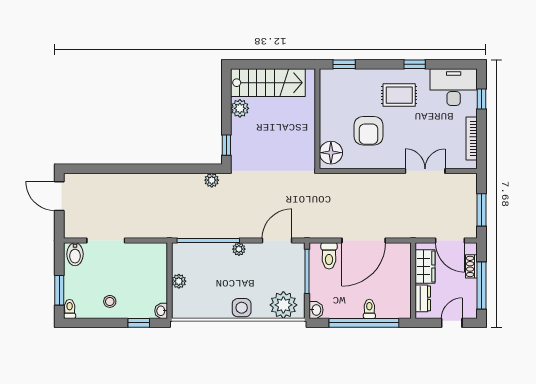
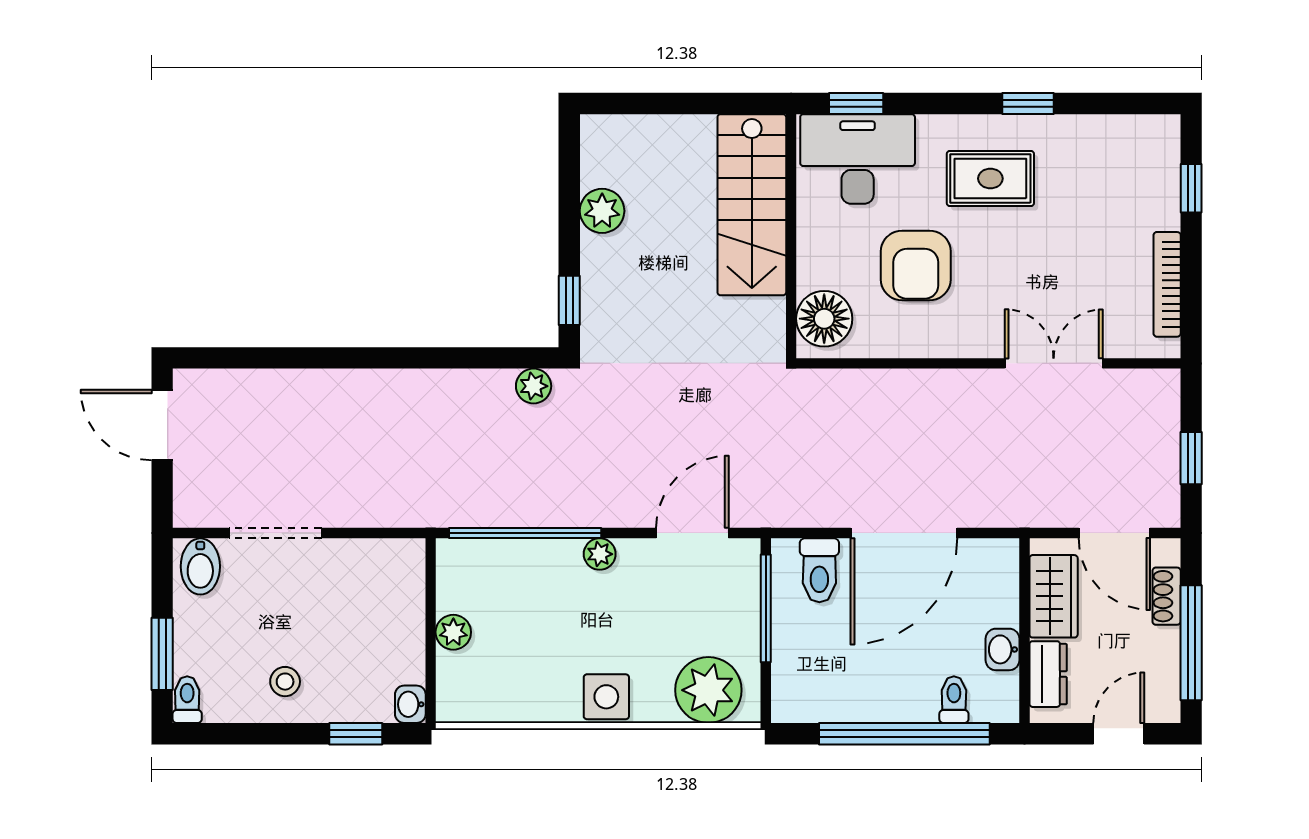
stairs: (268, 83) -> (752, 205), moved, turned 90
desk: (454, 87) -> (858, 159), moved
window: (482, 210) -> (1191, 458), width x0.67
toilet: (369, 309) -> (954, 700), moved
washbasin: (316, 310) -> (1002, 649), moved, turned 180

